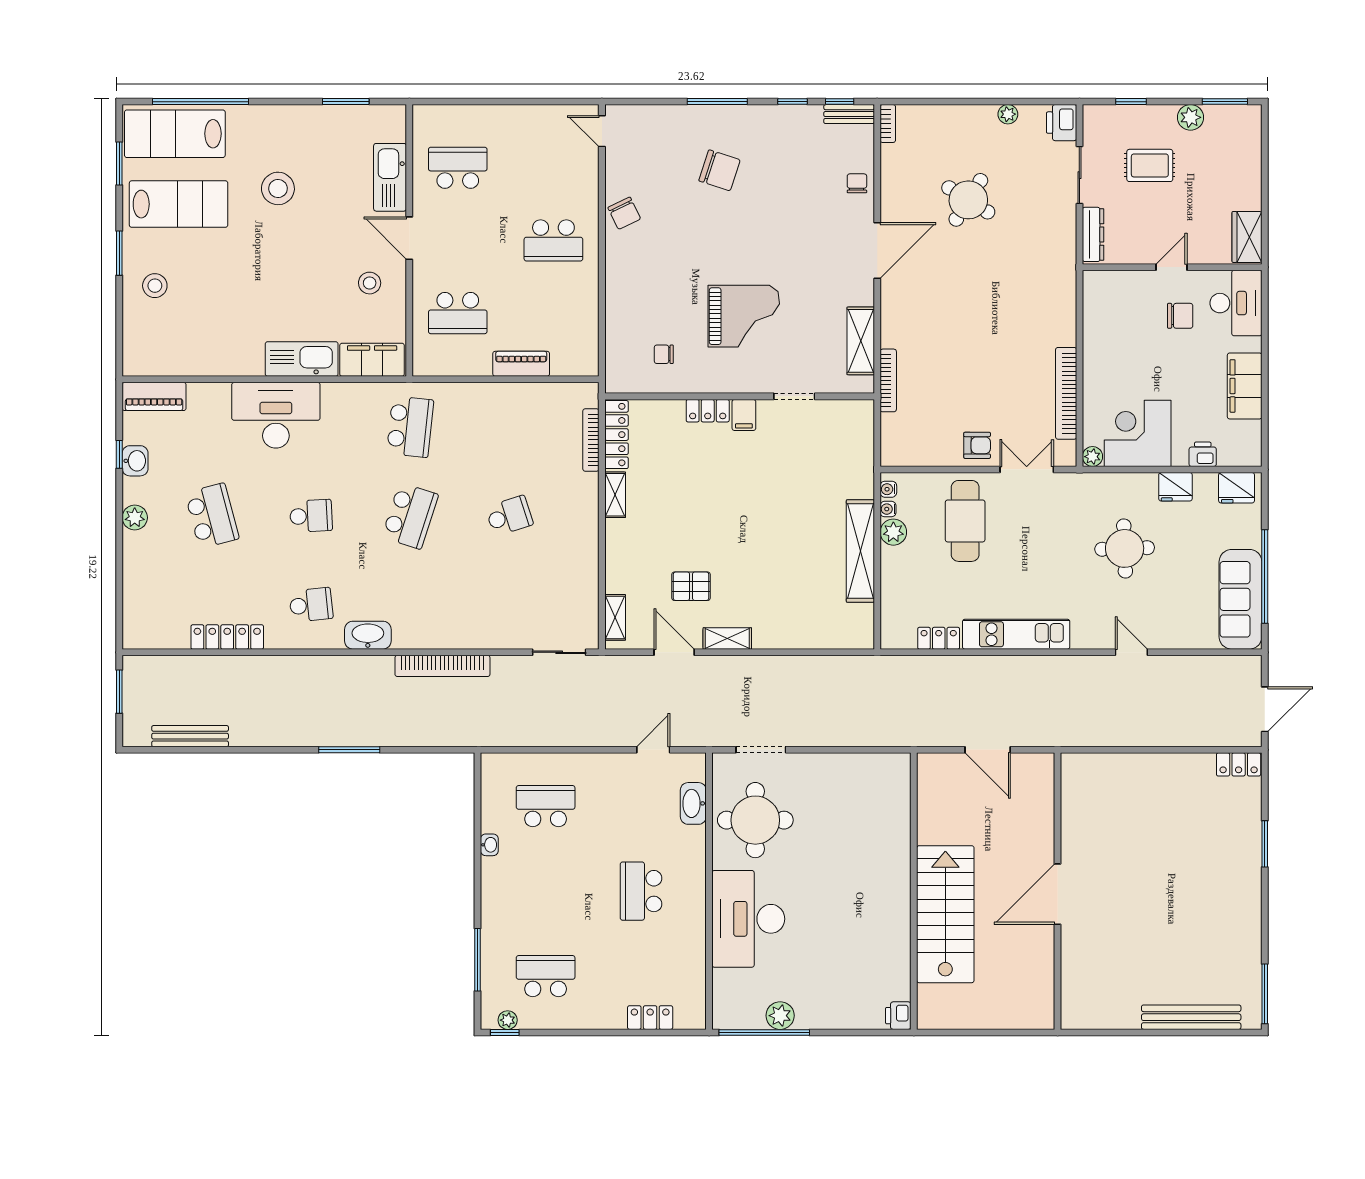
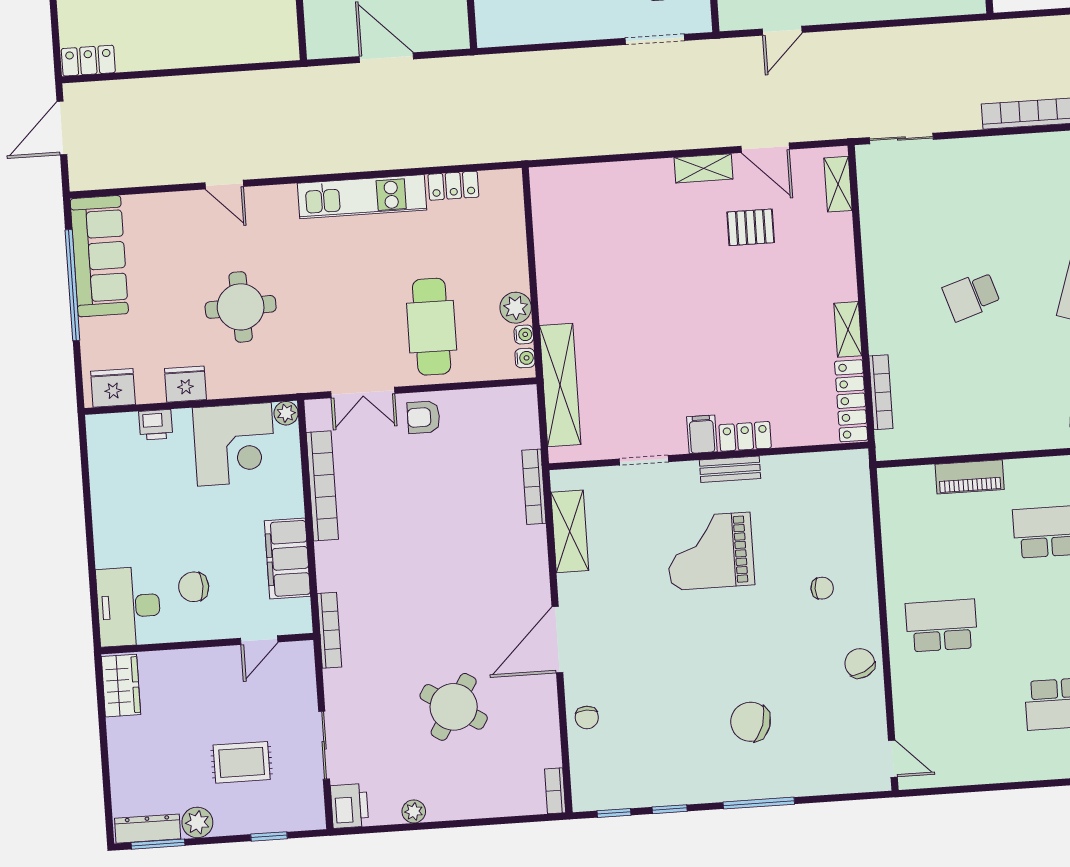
bench: (849, 114) -> (730, 469), moved
dresser: (1093, 234) -> (148, 829), moved, turned 90
door: (1171, 267) -> (259, 640), moved
bookcase: (1068, 271) -> (329, 630), added
chair: (664, 354) -> (822, 588), moved
filing cabinet: (1245, 386) -> (287, 559), moved, turned 180
shelving: (860, 551) -> (560, 385), moved

